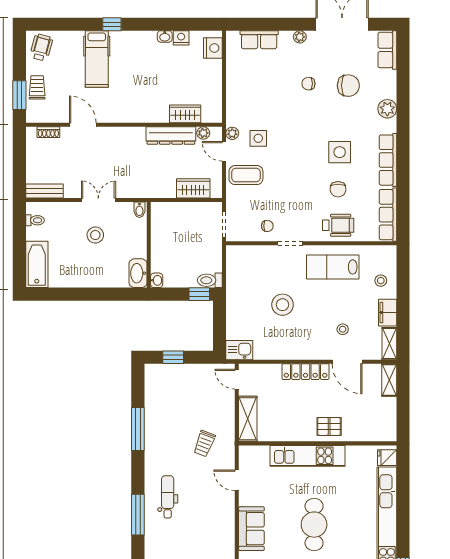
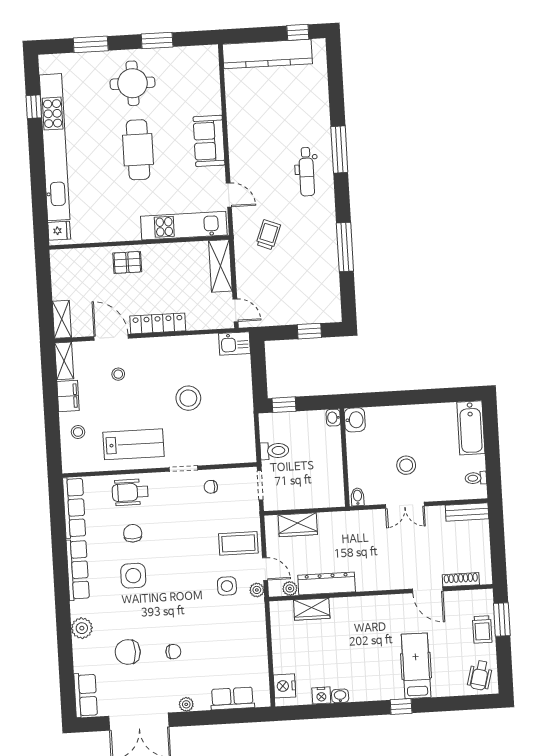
shoe rack: (48, 132) -> (461, 580), width x1.43
washbasin: (138, 273) -> (355, 420), width x0.72
toilet: (210, 280) -> (274, 451), moved
kitchen unit: (307, 456) -> (184, 226), moved

